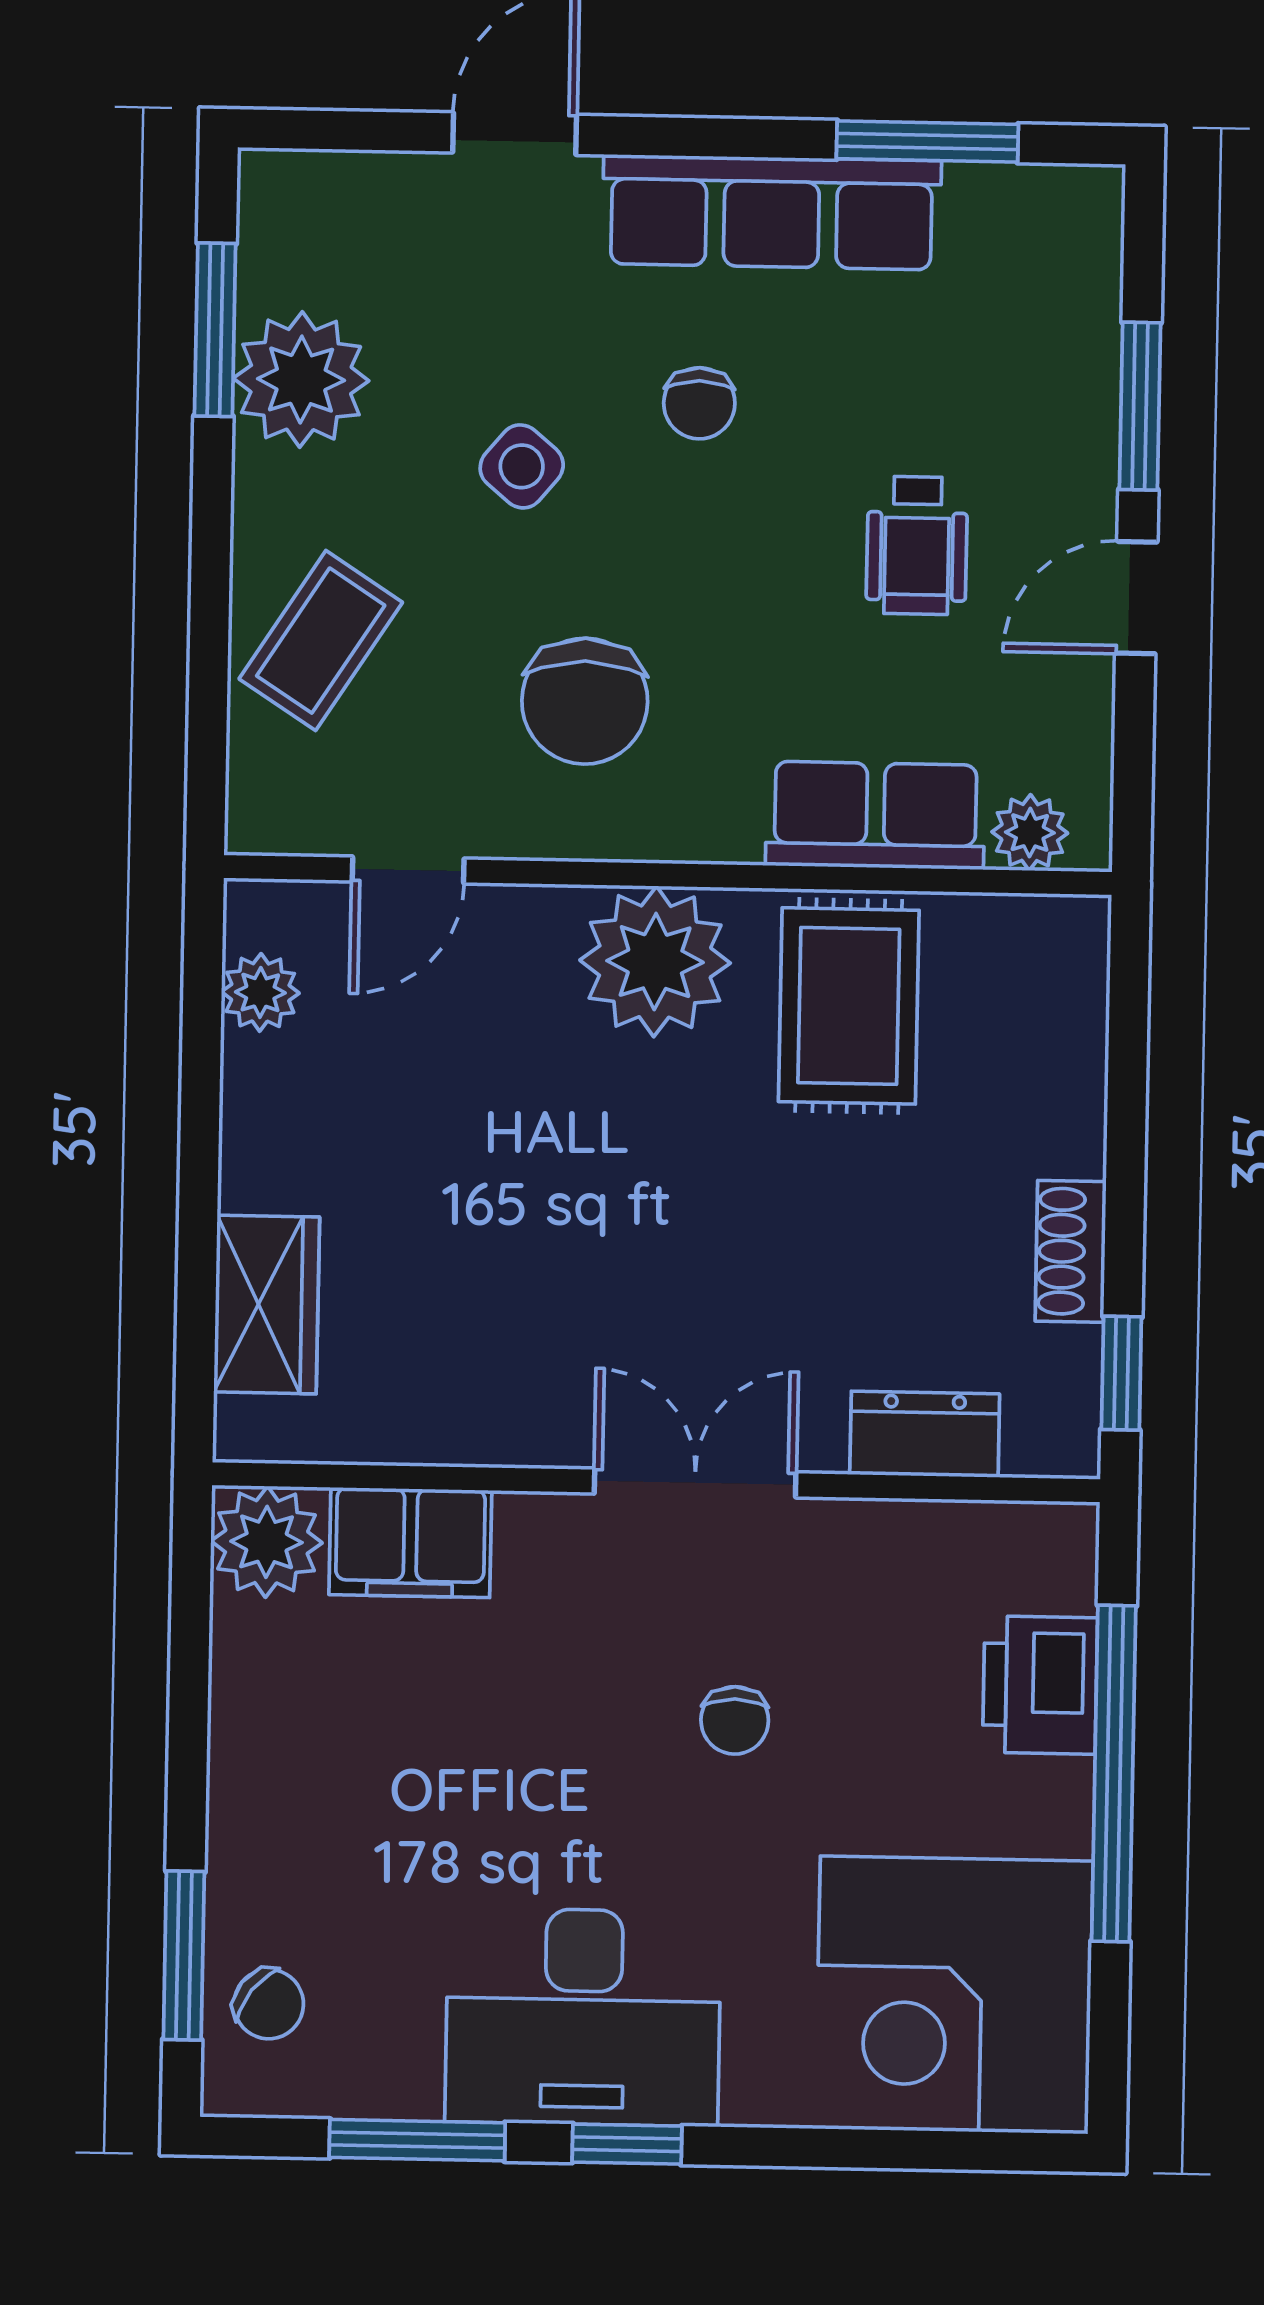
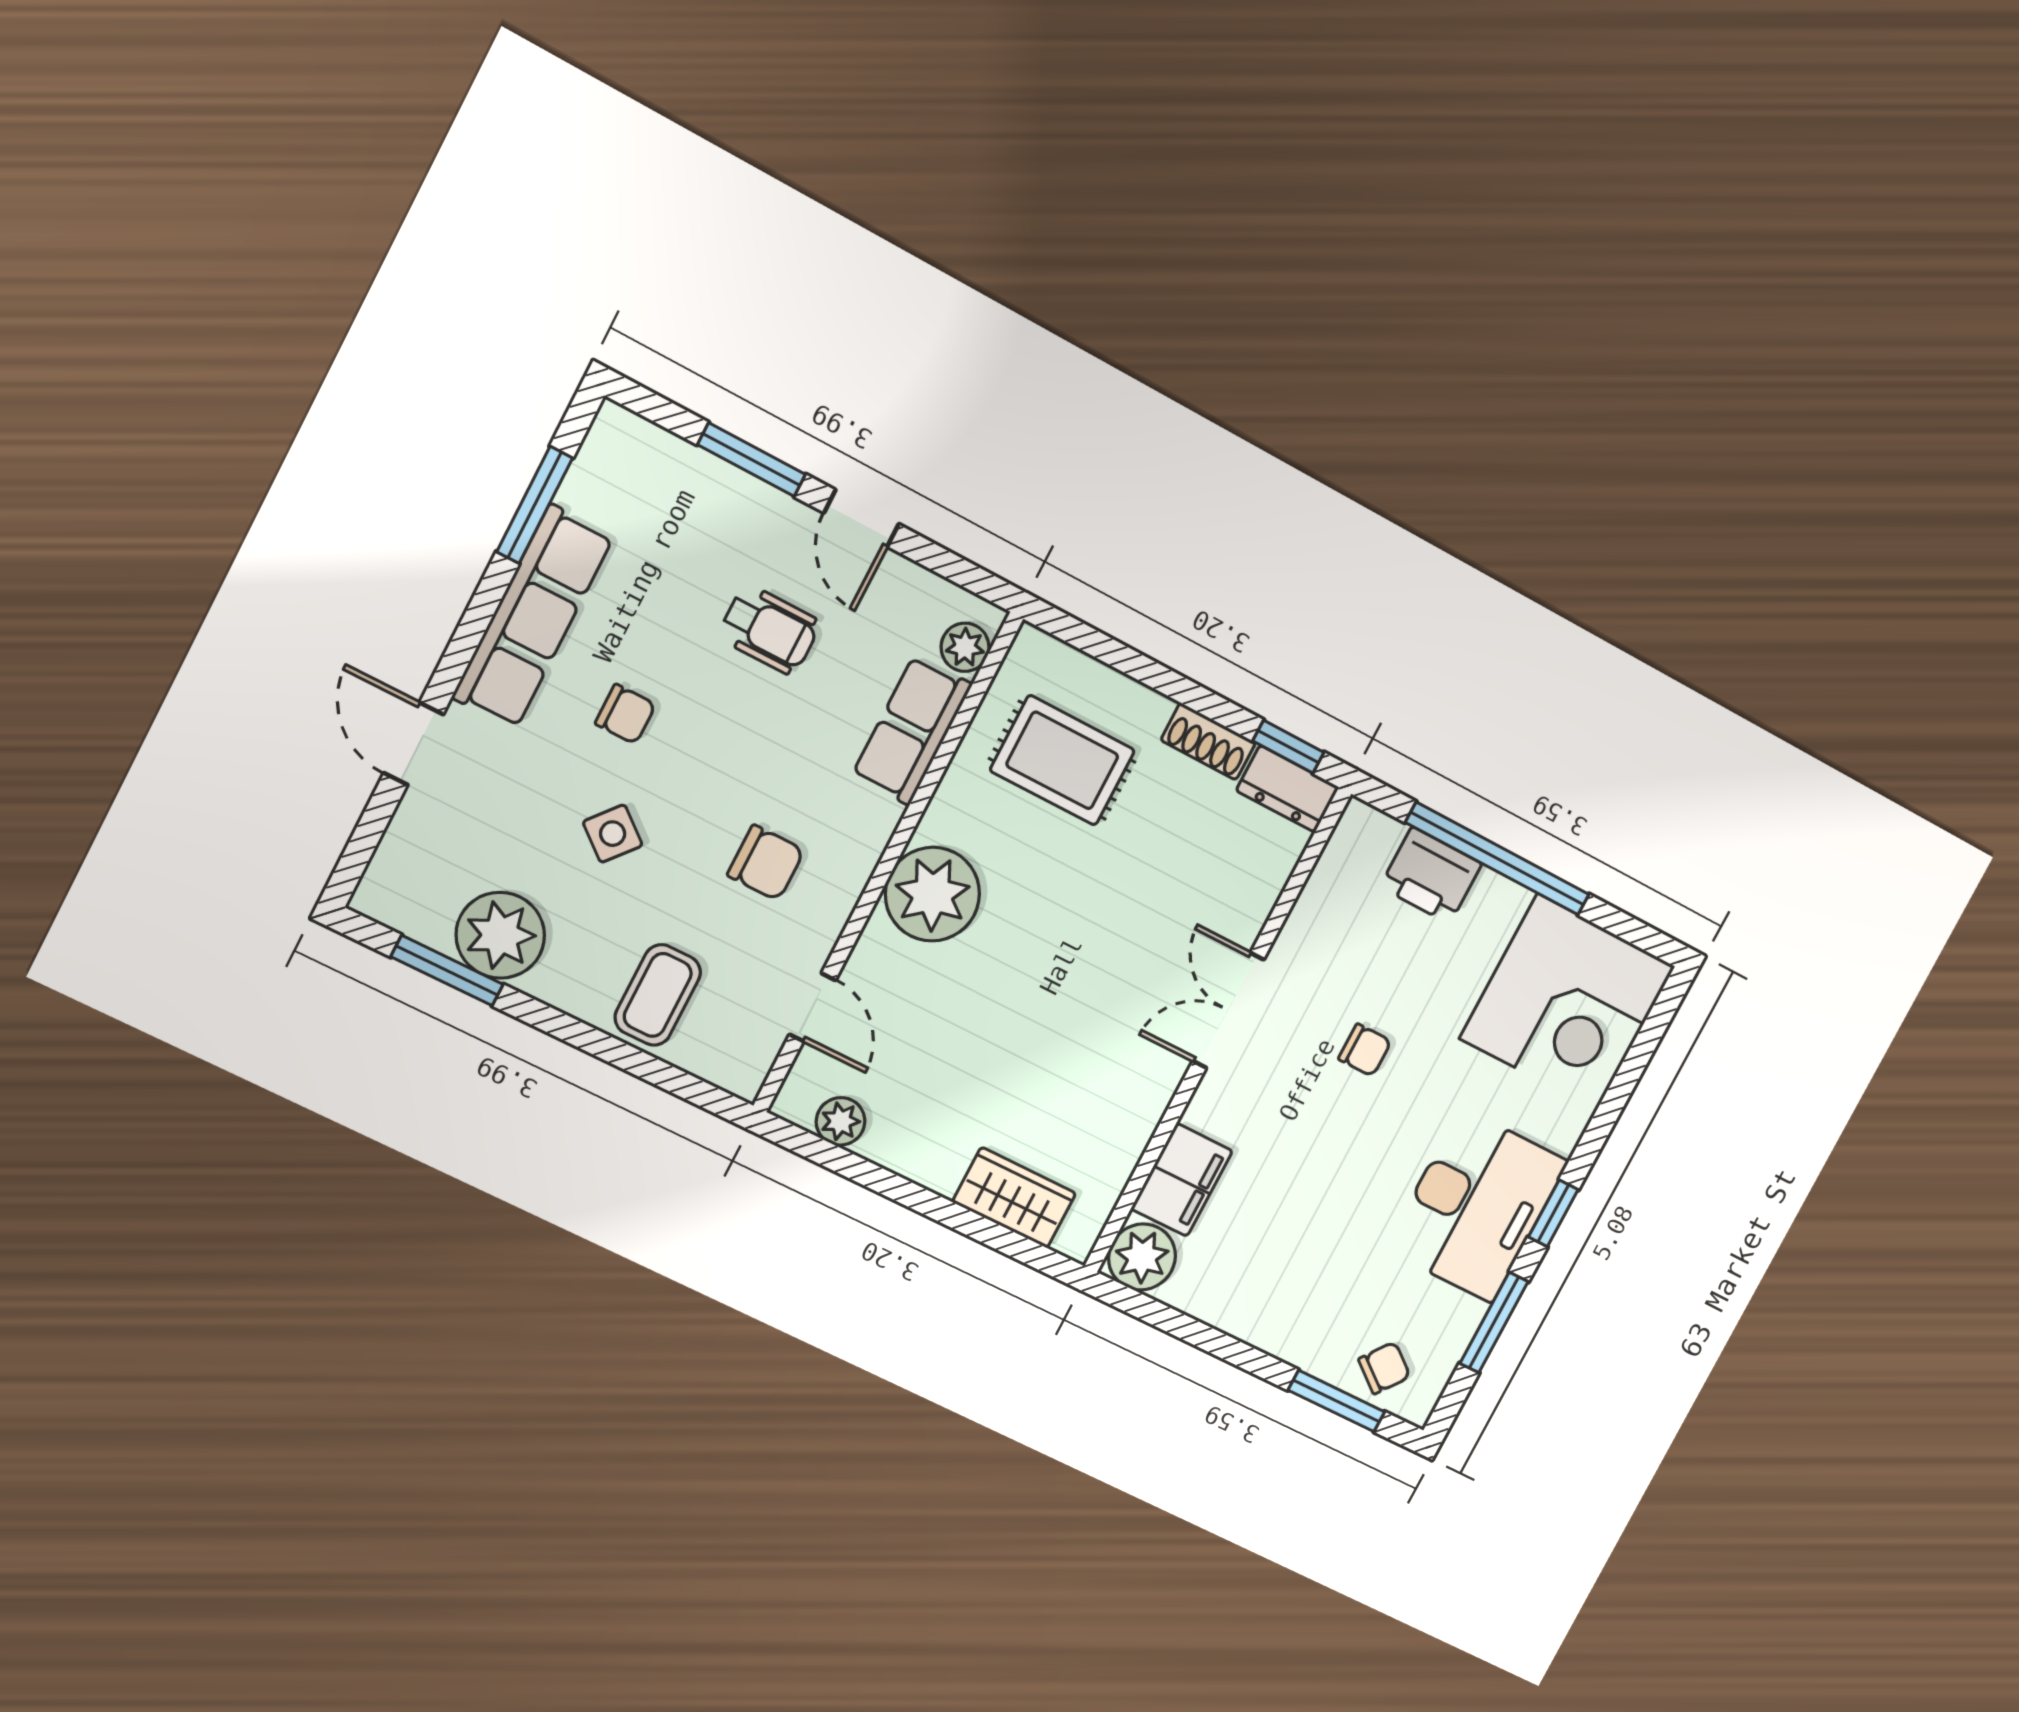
coffee table: (321, 641) -> (658, 995), turned 57
chair: (585, 701) -> (766, 863), width x0.73, depth x0.73
rug: (849, 1006) -> (1062, 760), moved
dresser: (925, 1434) -> (1287, 789), moved, turned -90

